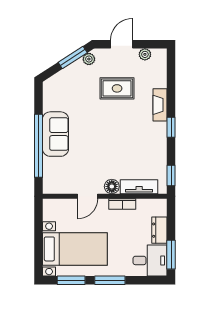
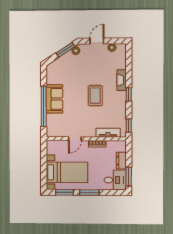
rug: (117, 88) -> (95, 96), moved, turned 90
floor lamp: (112, 186) -> (91, 133), removed

